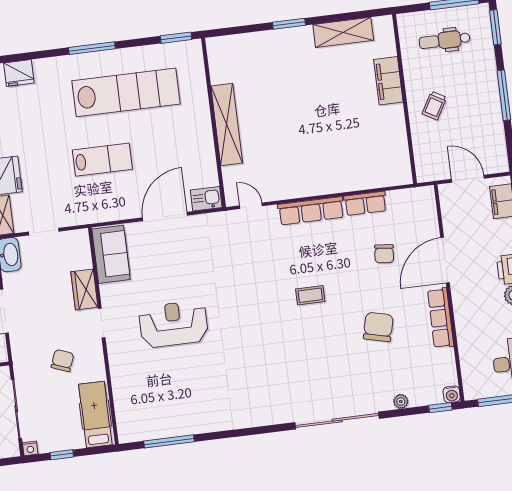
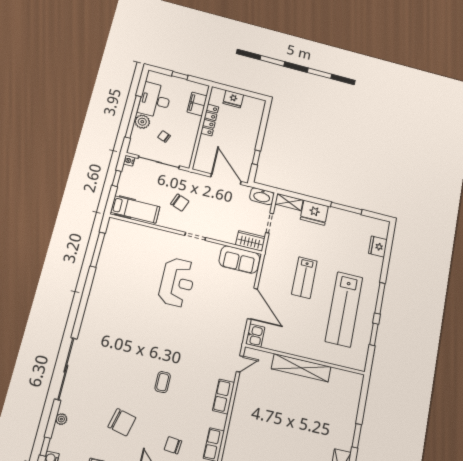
window: (176, 38) -> (374, 334), moved
row of seats: (311, 211) -> (224, 396), width x0.68
wardrobe: (84, 290) -> (250, 241), moved

